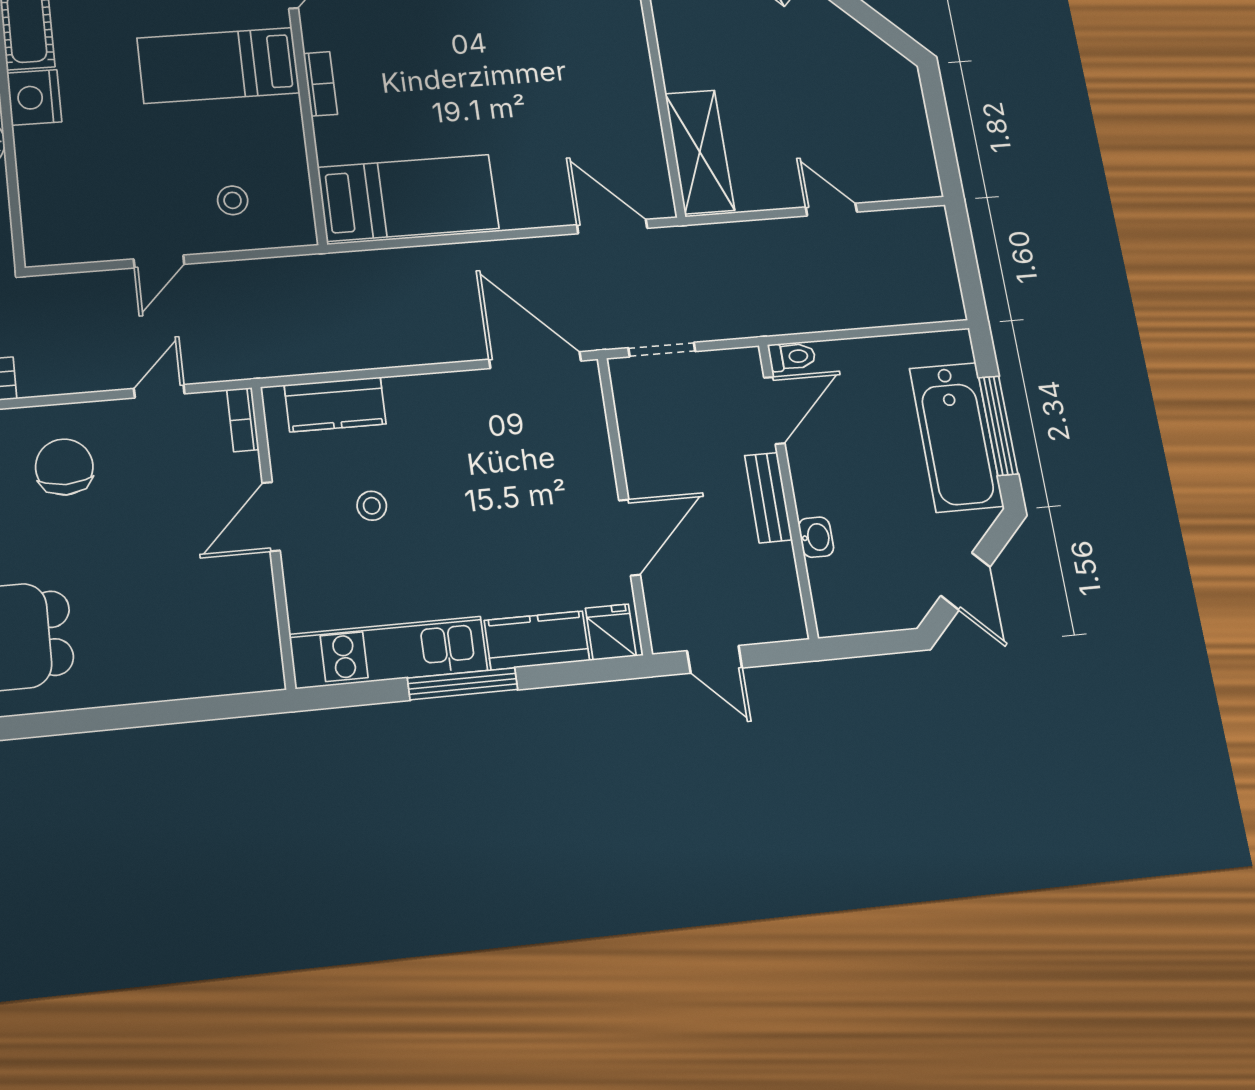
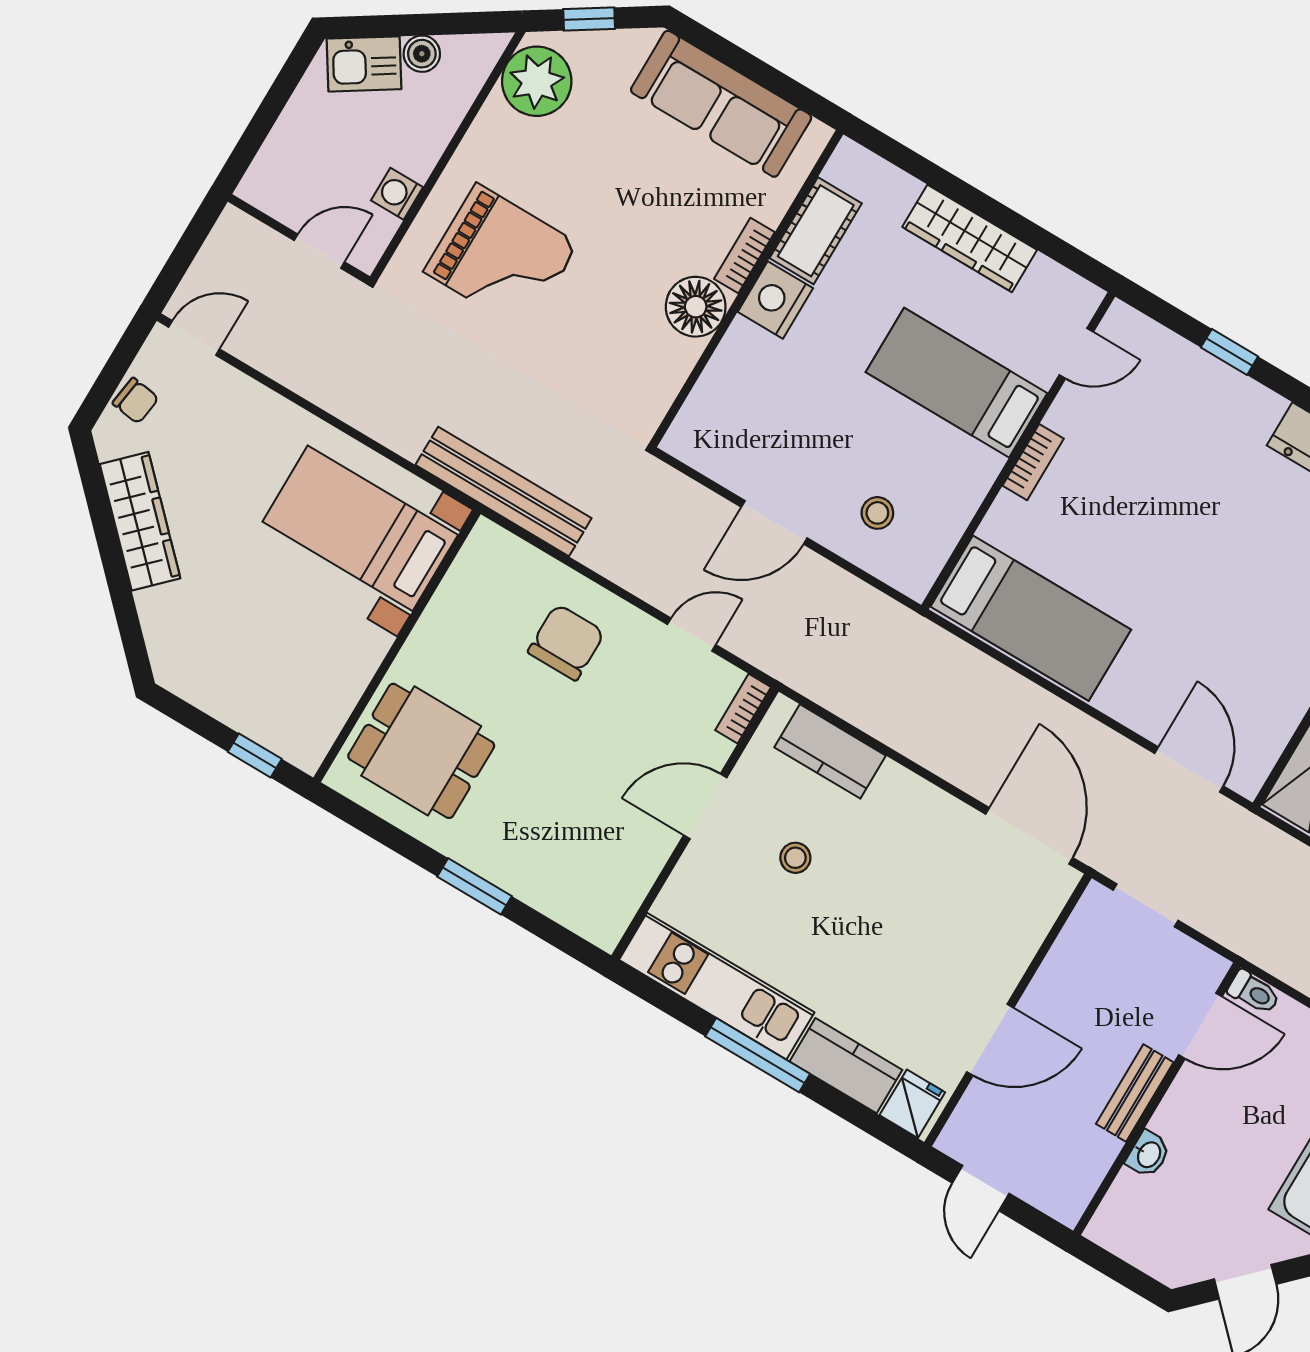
door: (159, 262) -> (774, 522), width x1.38
window: (134, 716) -> (474, 886), added

